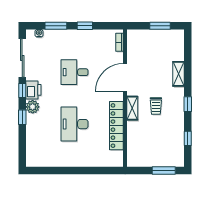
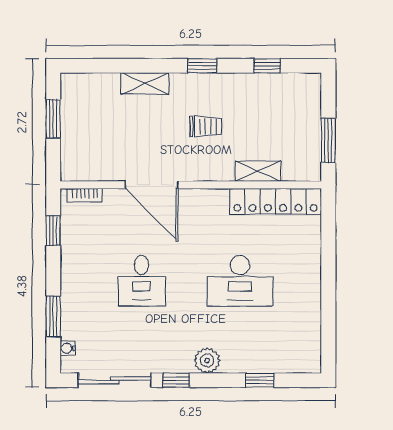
window: (85, 26) -> (53, 231), moved
printer: (33, 90) -> (175, 359), removed
shelving: (132, 108) -> (258, 171), moved
window: (22, 117) -> (260, 380), moved
locker: (116, 126) -> (275, 201), moved
window: (164, 171) -> (328, 140), moved

